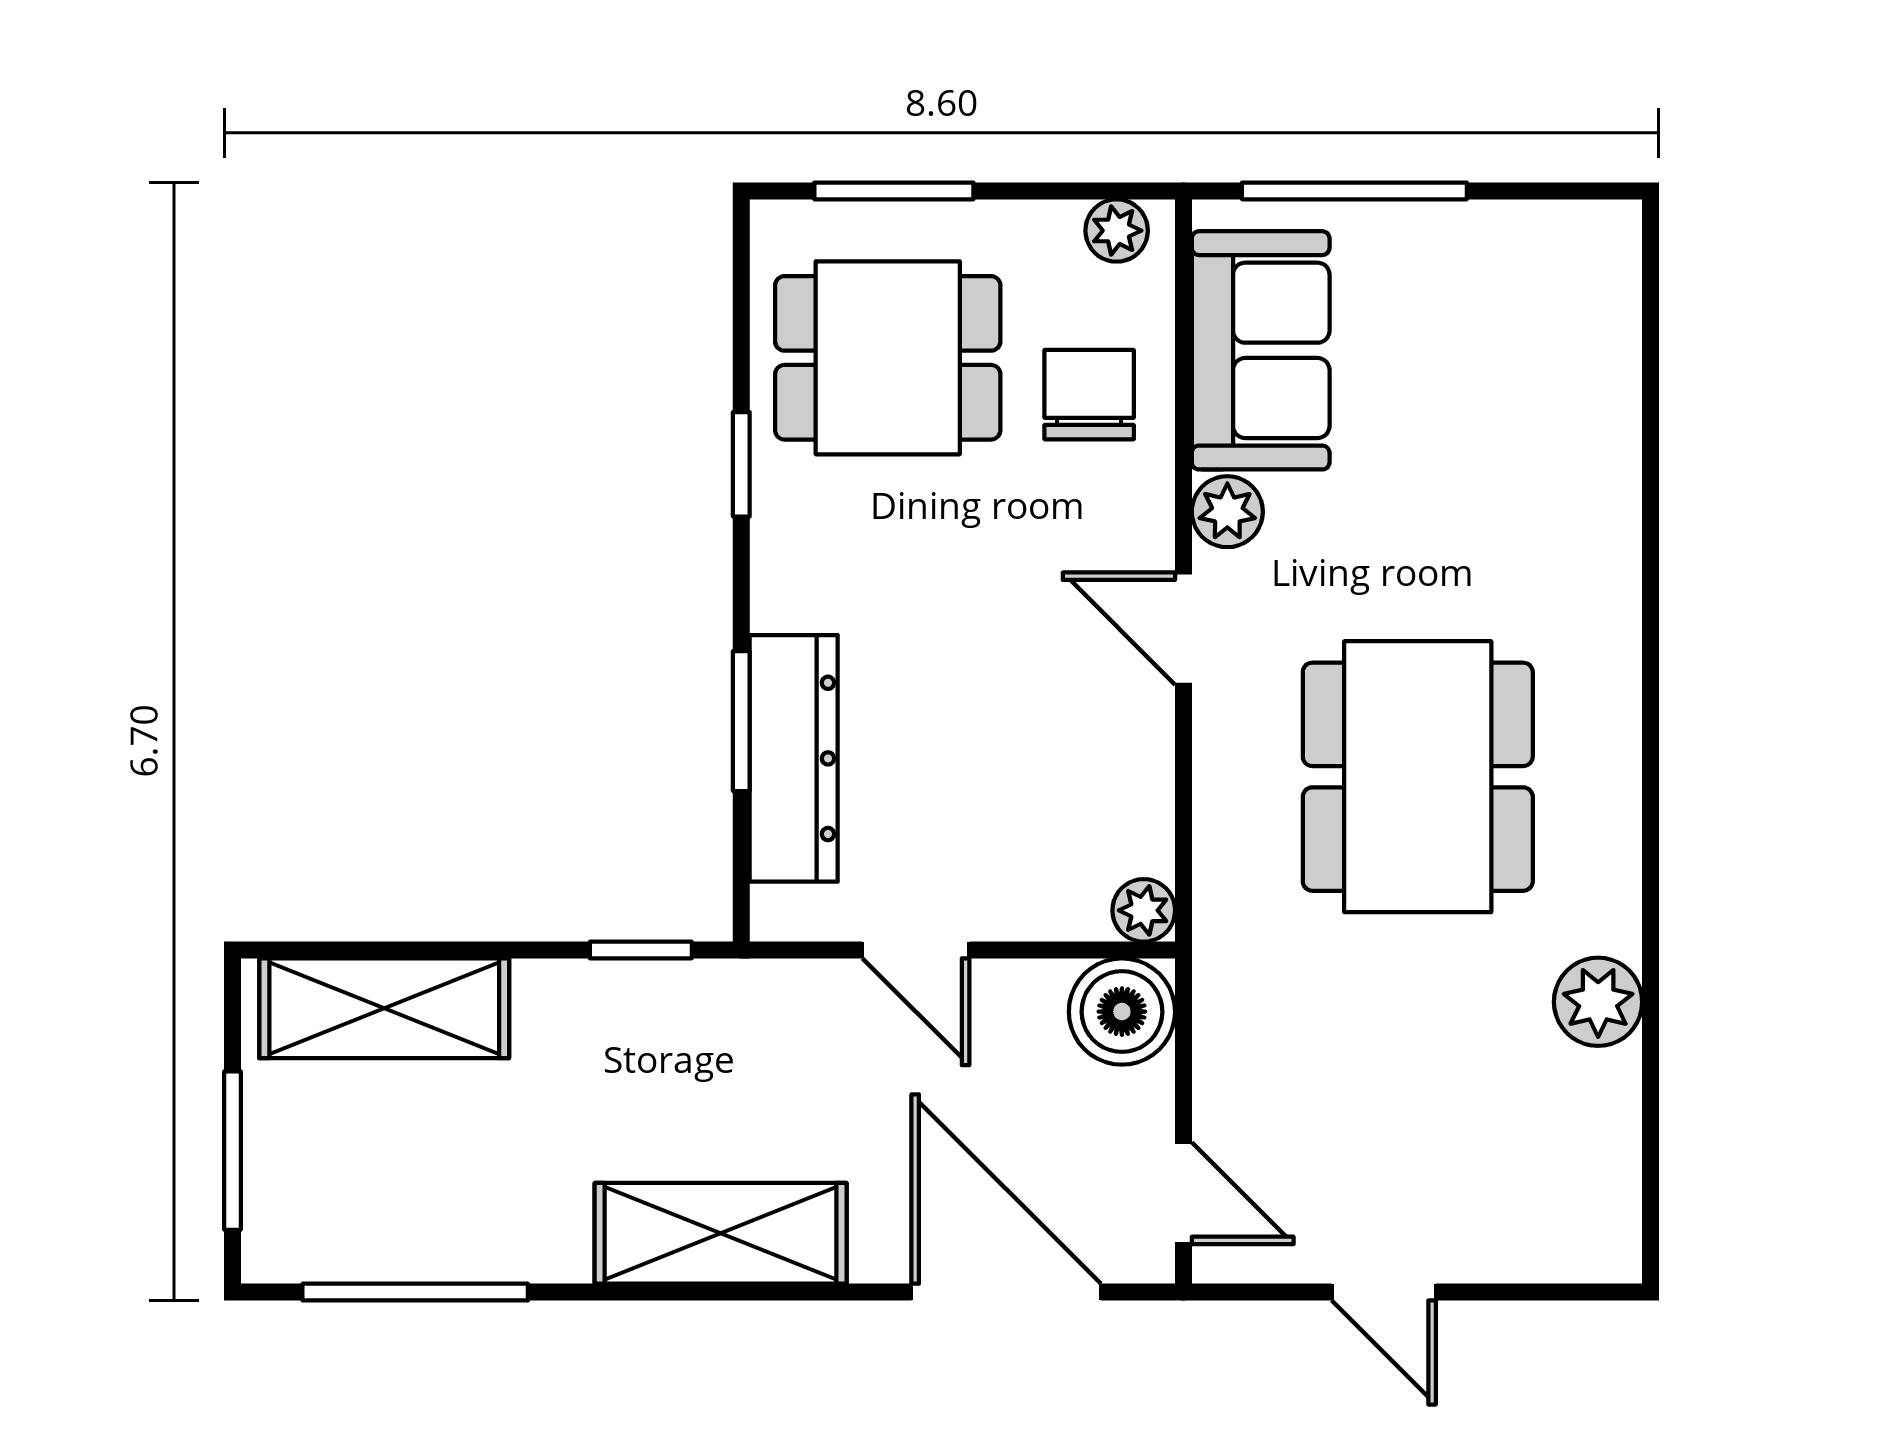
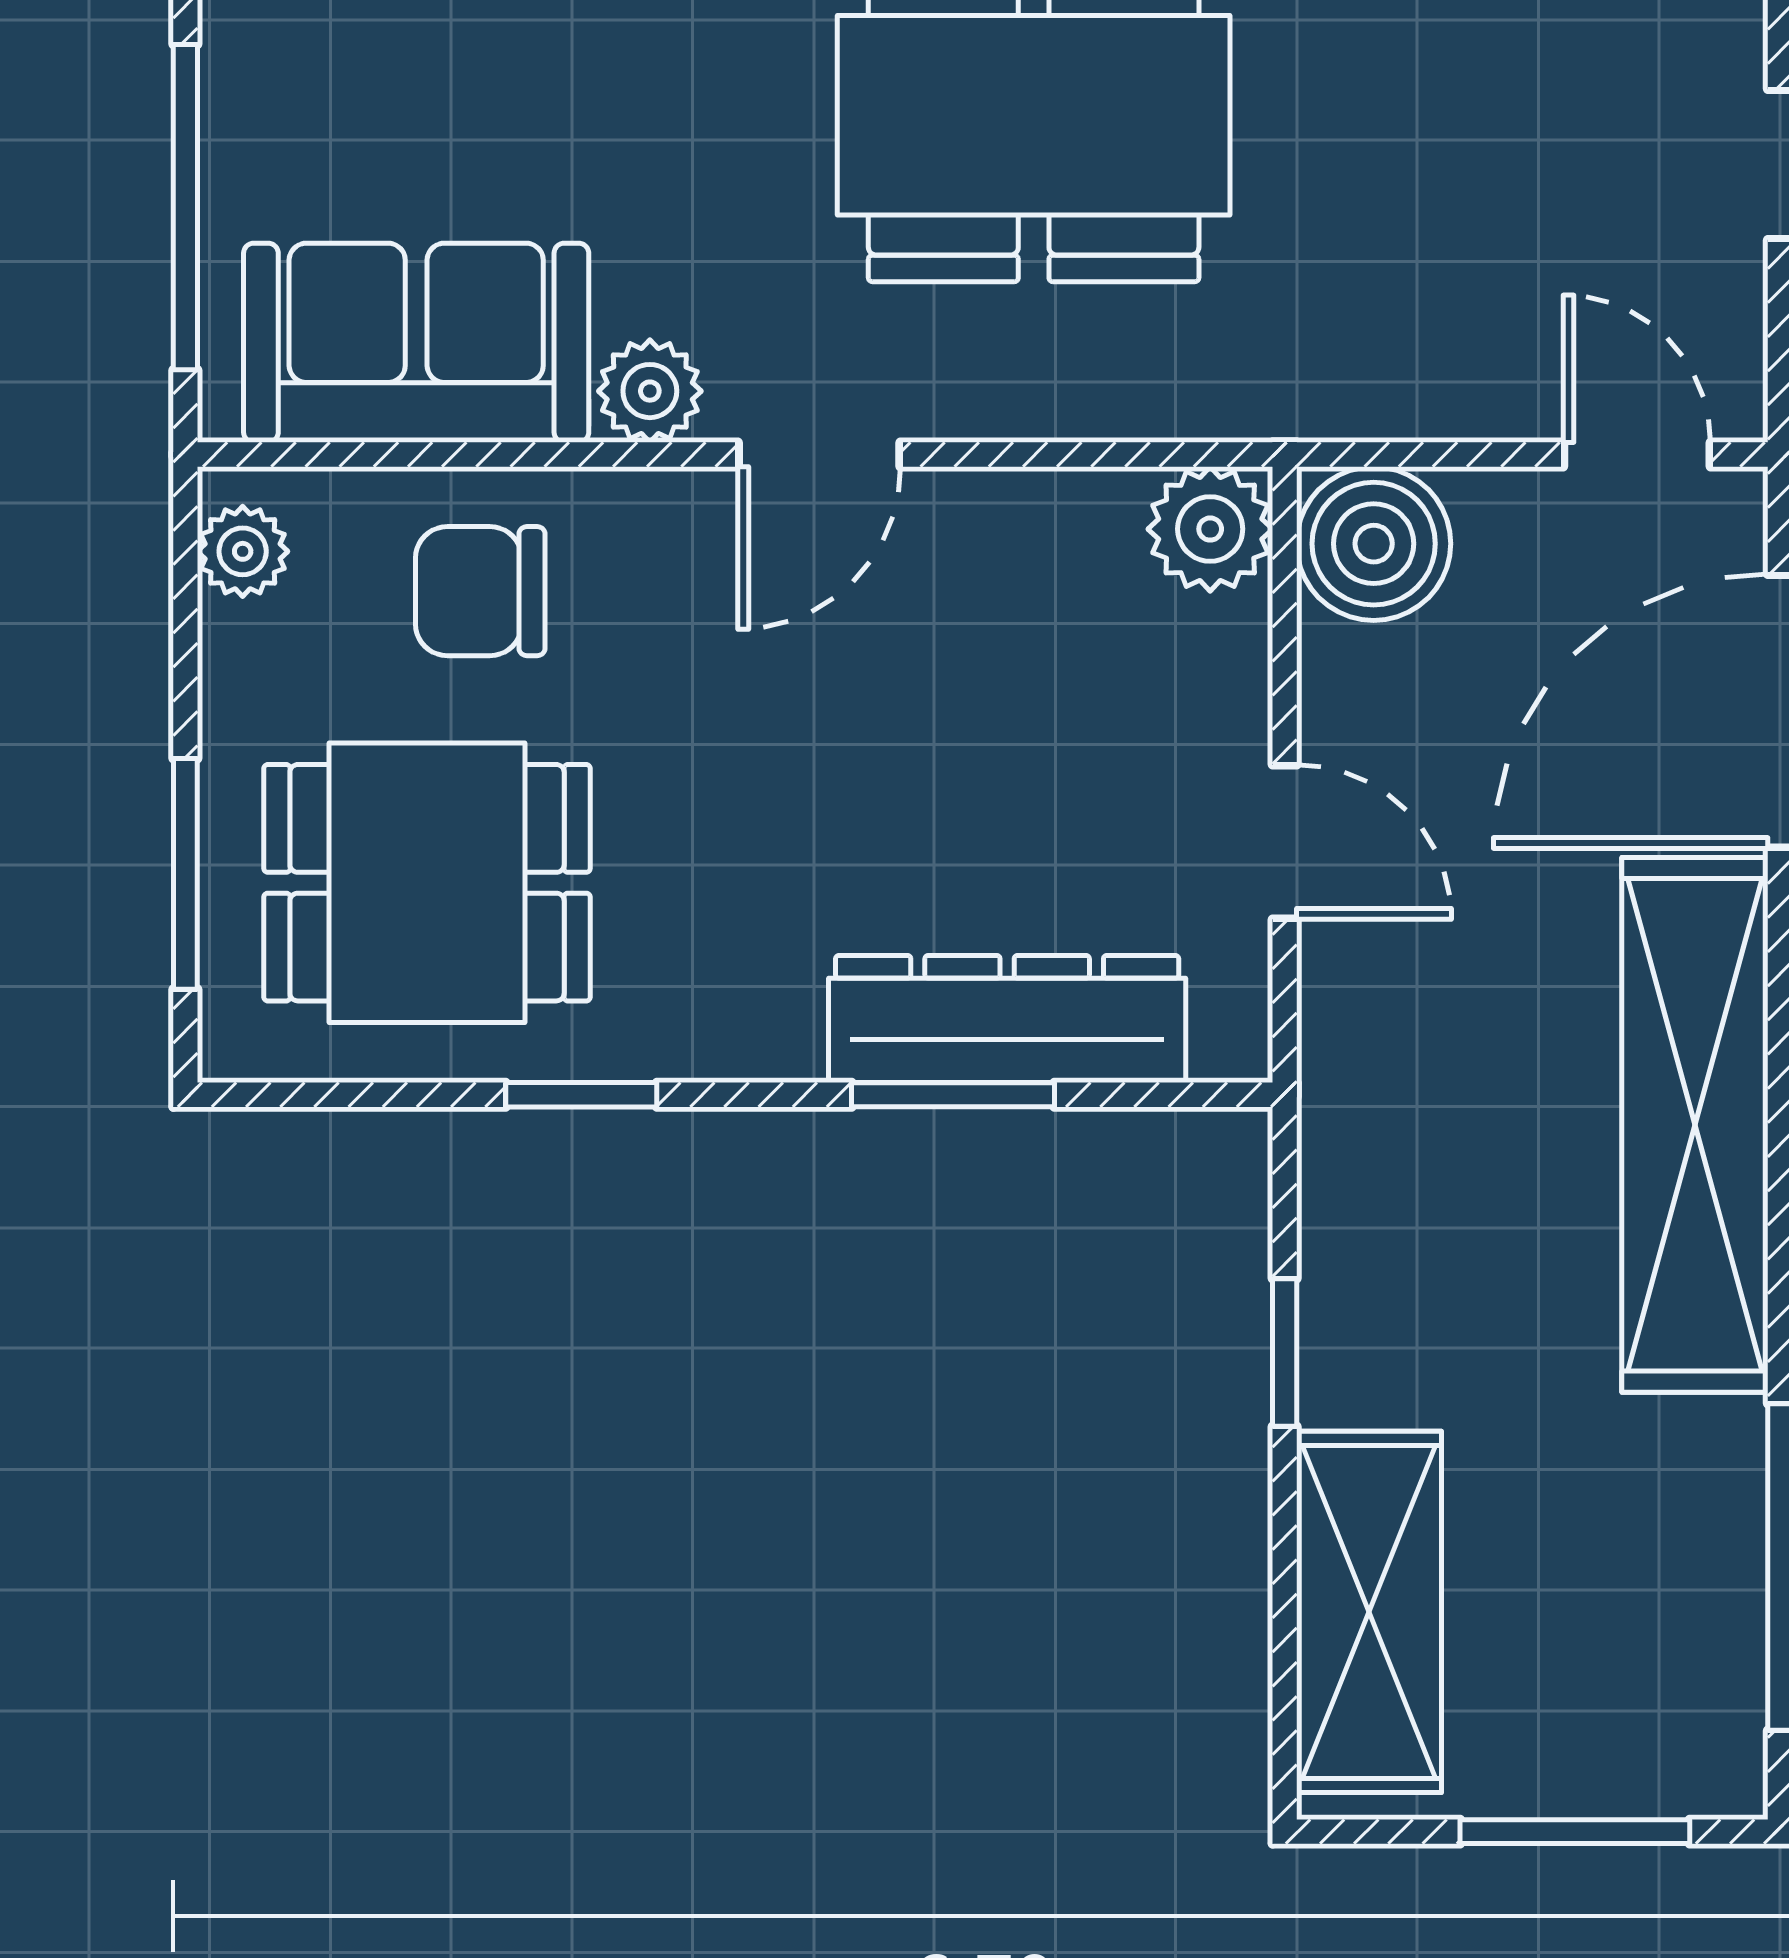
dining table: (888, 358) -> (427, 883), turned 90
plant: (1144, 910) -> (1210, 529), width x1.38, depth x1.38
window: (641, 950) -> (1285, 1353), moved
door: (916, 950) -> (1285, 842), hinge flipped
door: (1183, 1193) -> (1637, 455), hinge flipped
shelving: (721, 1233) -> (1695, 1125), width x1.47

